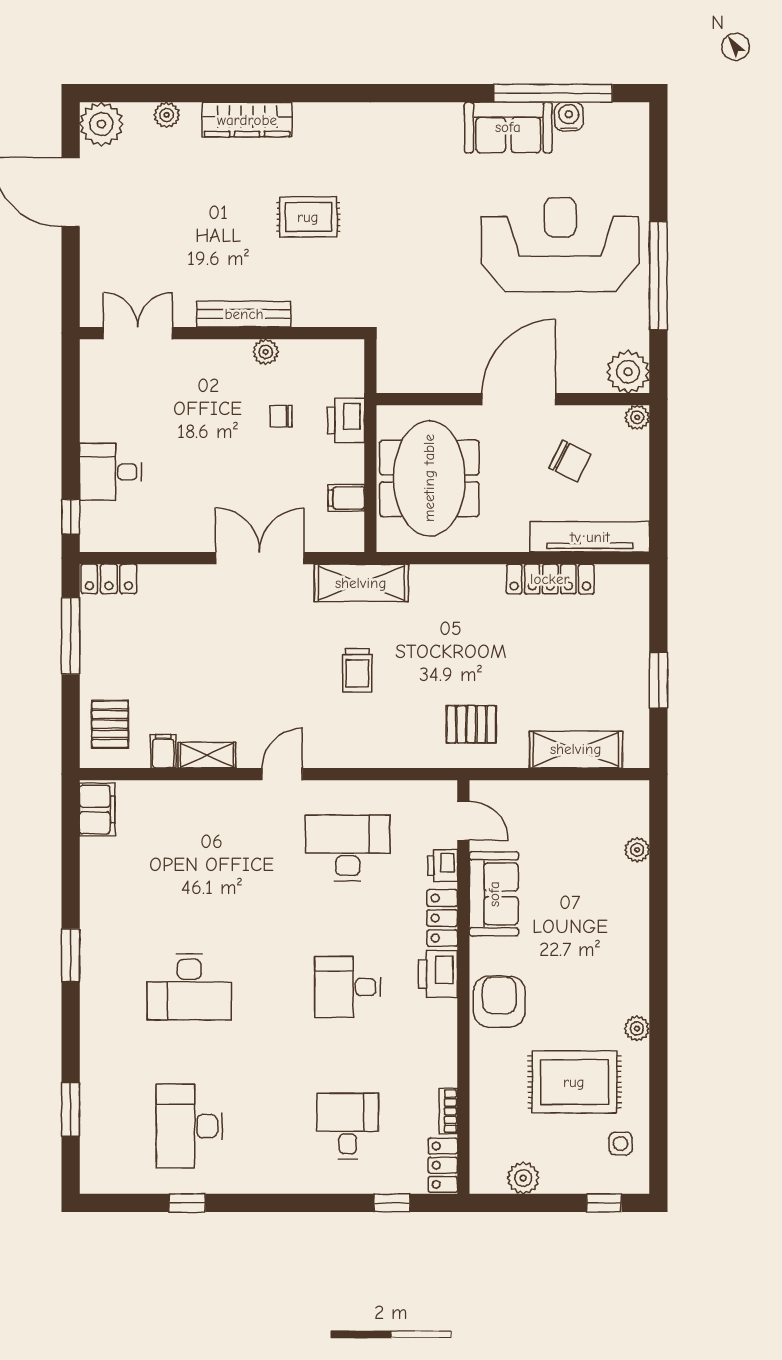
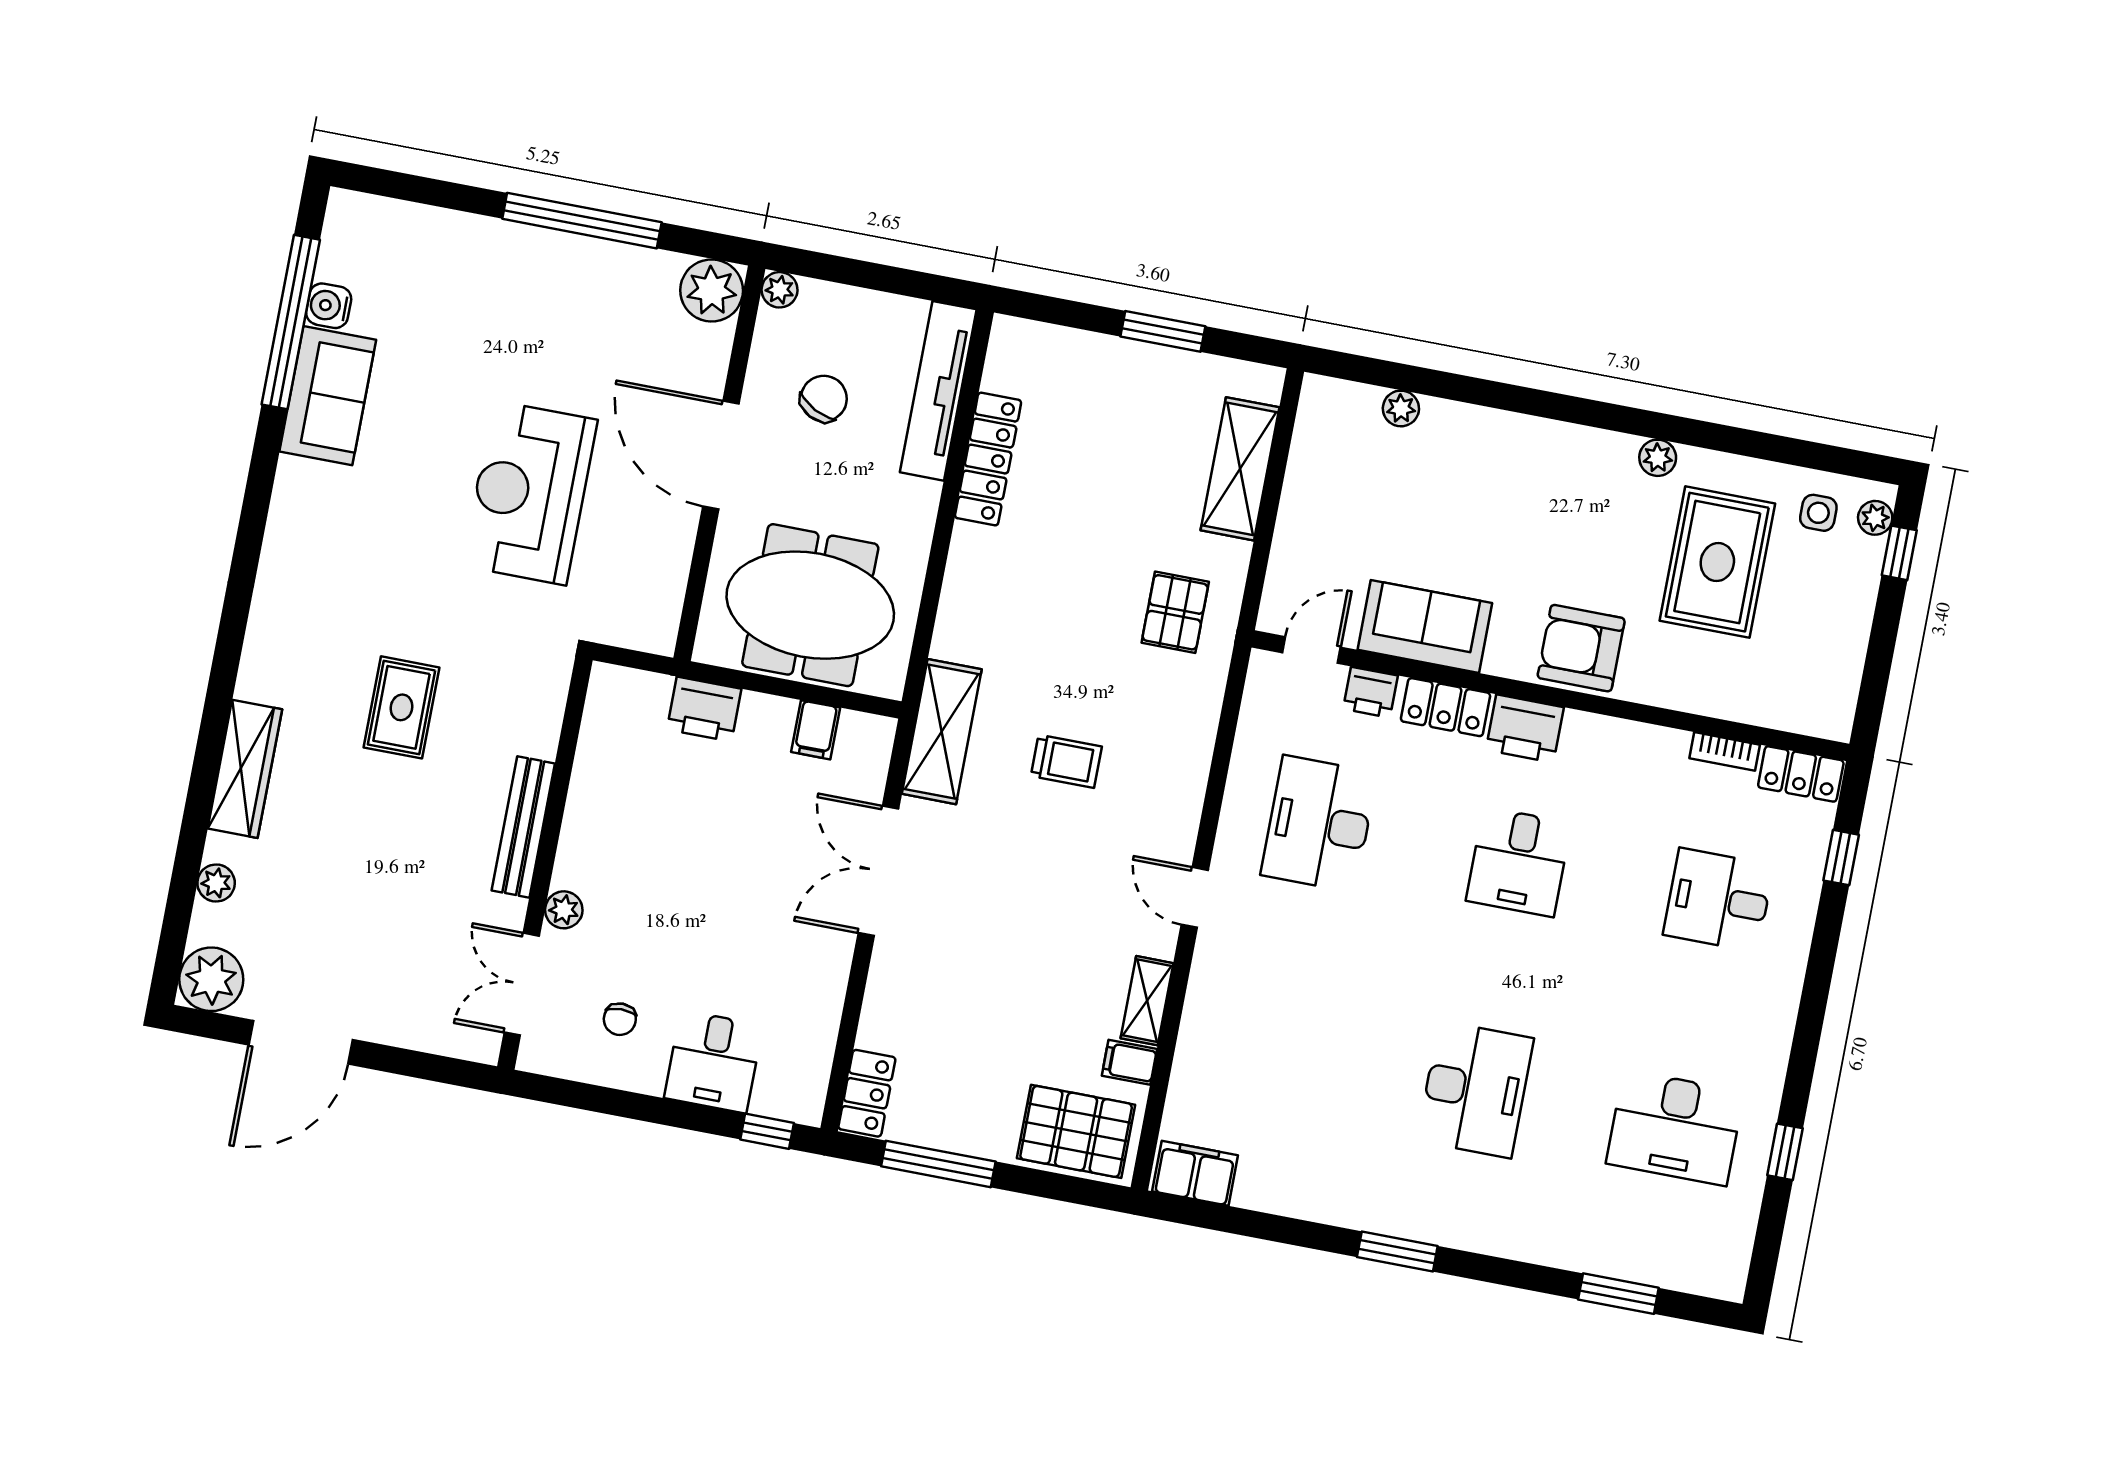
reception desk: (560, 245) -> (530, 493), moved, width x0.74, depth x0.77
plant: (266, 352) -> (564, 910), moved
chair: (281, 416) -> (620, 1019), moved
pallet: (110, 724) -> (1076, 1131), width x1.50, depth x1.42
plant: (523, 1178) -> (1875, 518), moved, width x0.73, depth x0.73

